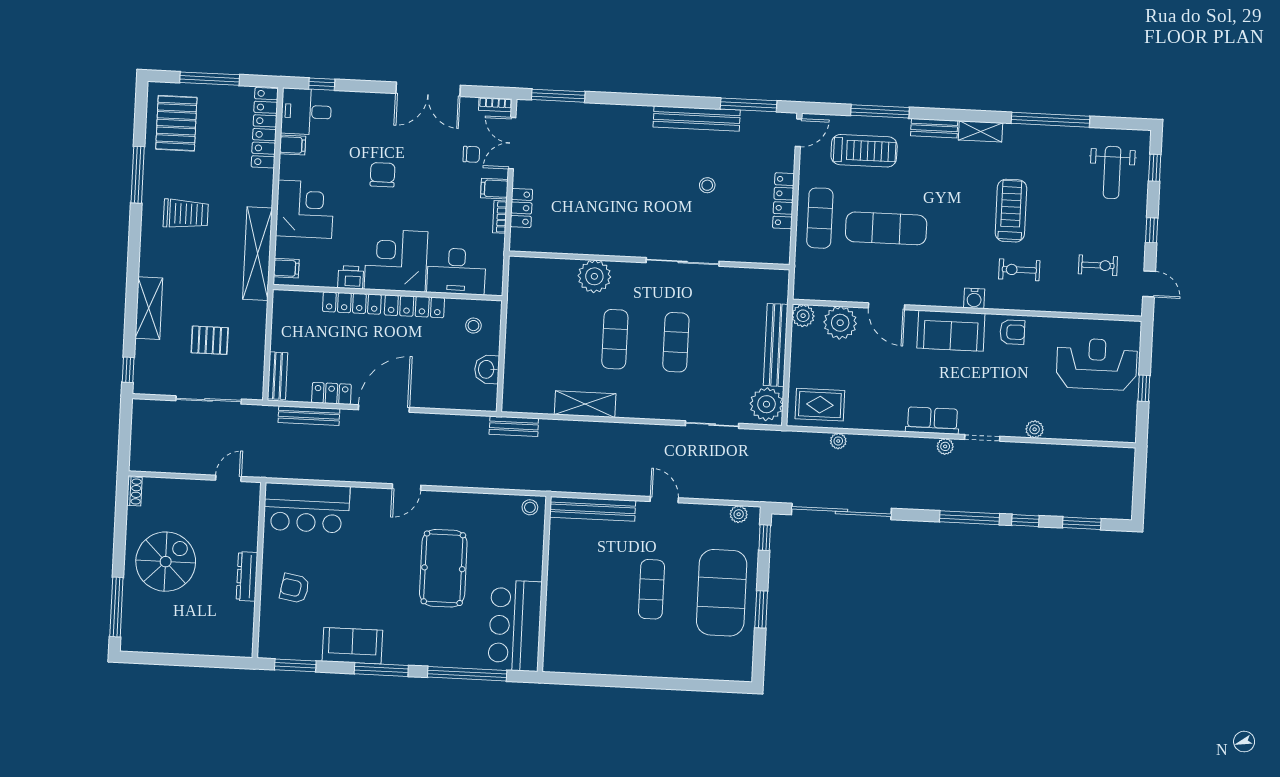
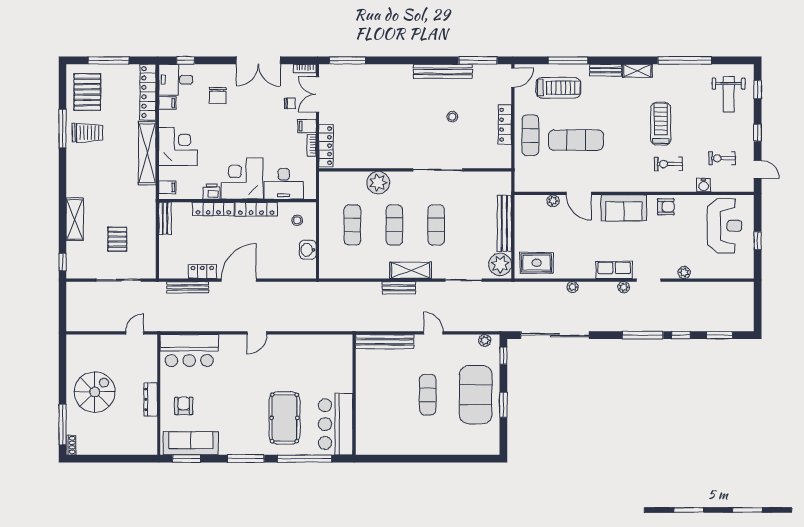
chair: (383, 175) -> (218, 95), moved, turned 180
locker: (521, 208) -> (326, 146), width x1.53
trolley: (186, 214) -> (87, 133), moved
shelving: (258, 254) -> (147, 153), moved
exercise bike: (1098, 265) -> (722, 158), turned 180
water cooler: (974, 298) -> (704, 185), moved
plant: (803, 316) -> (522, 203), removed
plant: (840, 323) -> (553, 201), width x0.53, depth x0.53
exercise mat: (554, 336) -> (352, 225), added
pallet: (210, 340) -> (117, 239), turned 90
reception desk: (1097, 364) -> (724, 226), turned 90
bench: (278, 376) -> (165, 218), moved
shelving: (585, 404) -> (411, 270), moved
bench: (514, 426) -> (399, 288), moved
plant: (838, 441) -> (573, 287), moved
shoe rack: (134, 491) -> (71, 445), moved
stool: (530, 507) -> (342, 343), removed
pool table: (443, 568) -> (284, 418), moved
armchair: (295, 588) -> (184, 406), turned 80
sofa: (352, 646) -> (191, 443), moved, width x1.36

